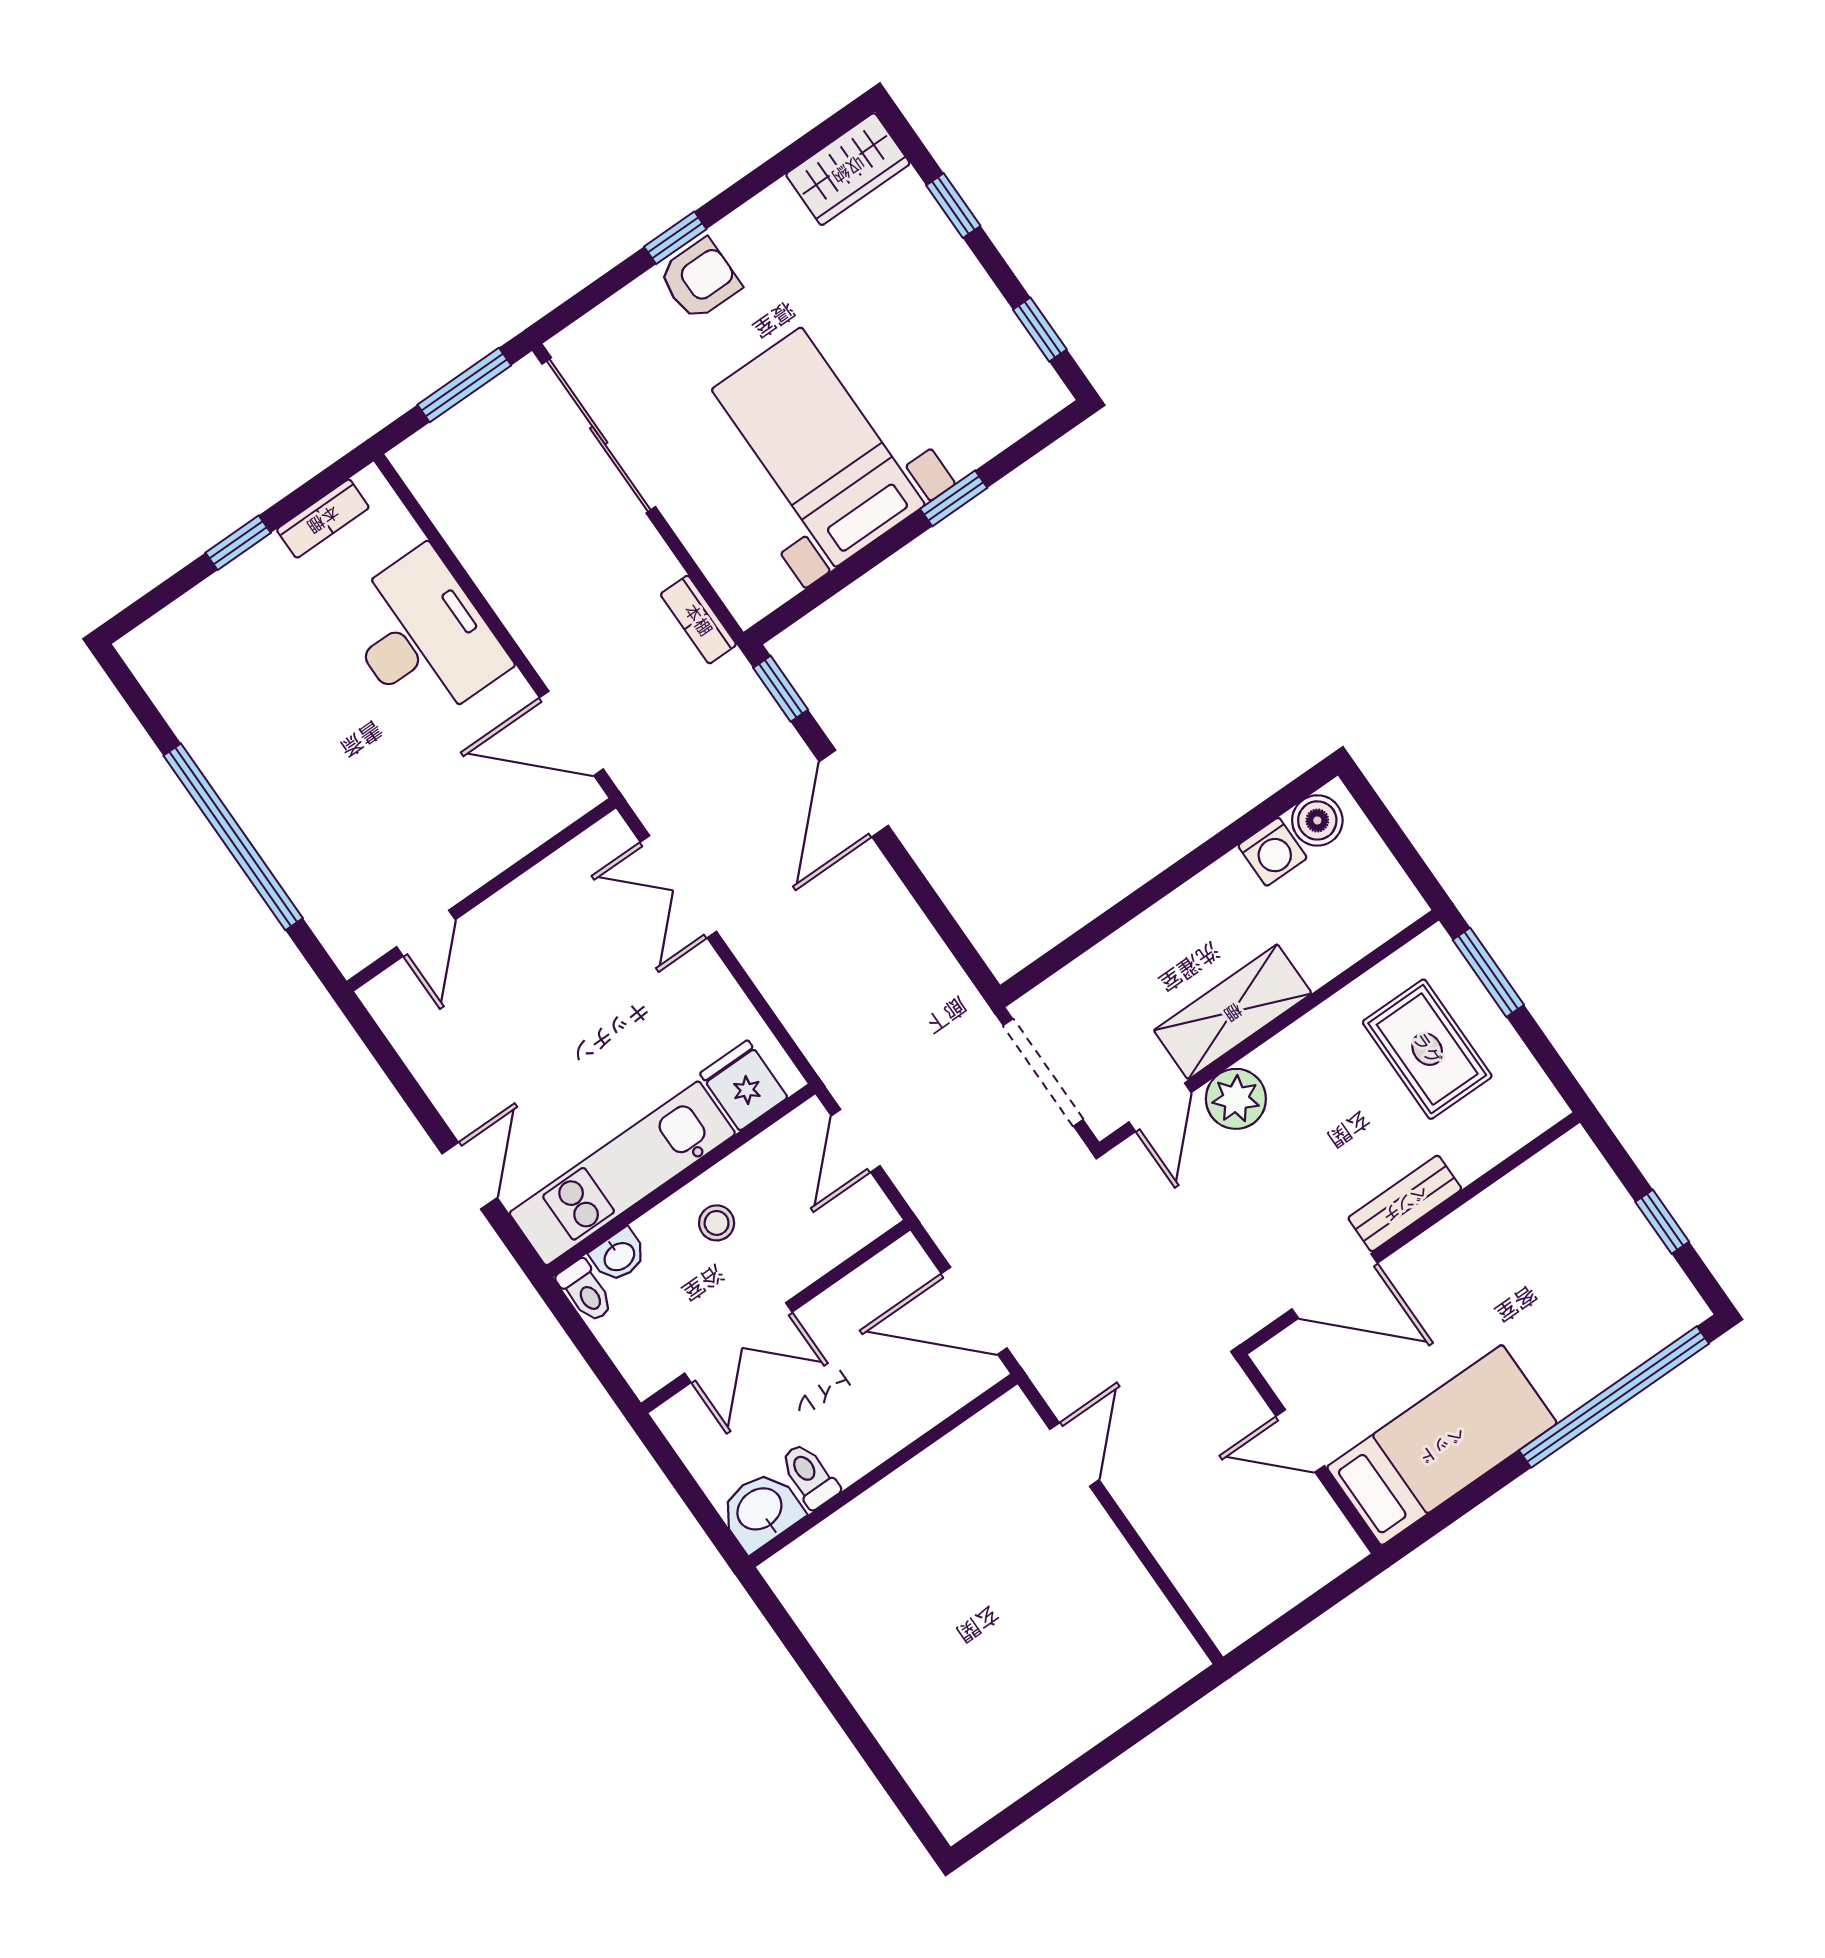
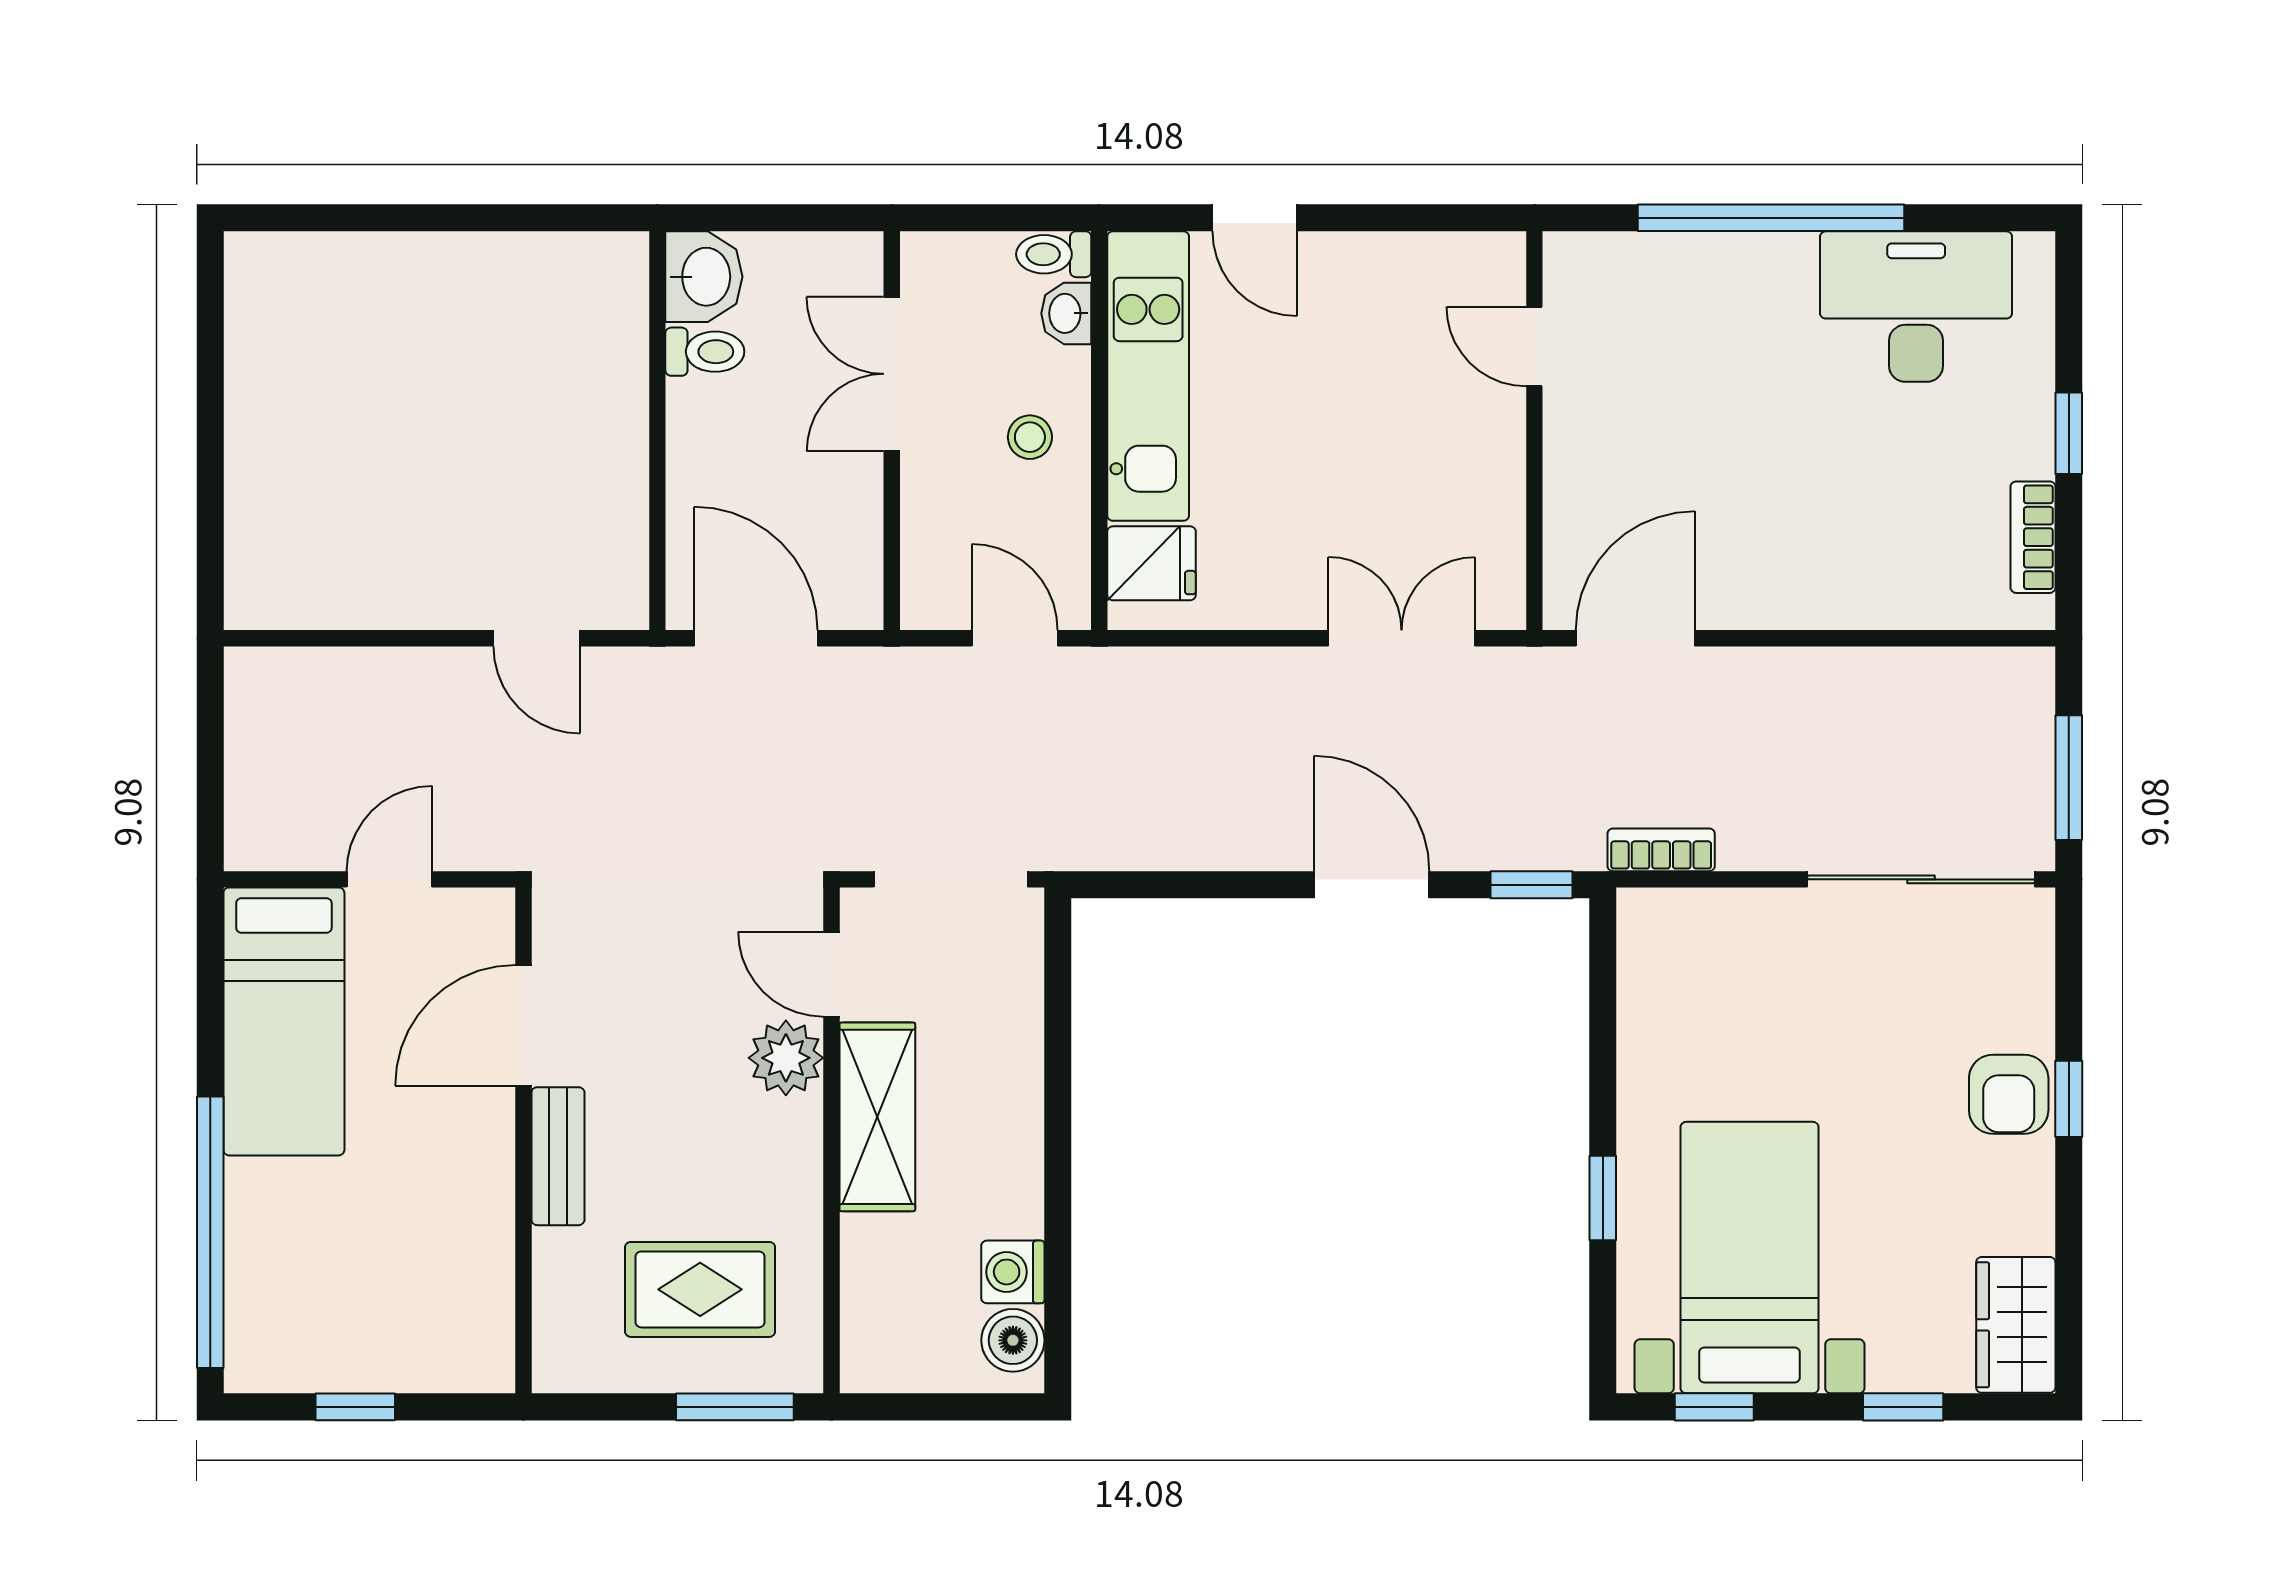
bed with nightstands: (818, 447) -> (1750, 1258), moved, turned -90
desk: (423, 637) -> (1916, 307), moved, turned 180
door: (974, 1311) -> (756, 638), hinge flipped

